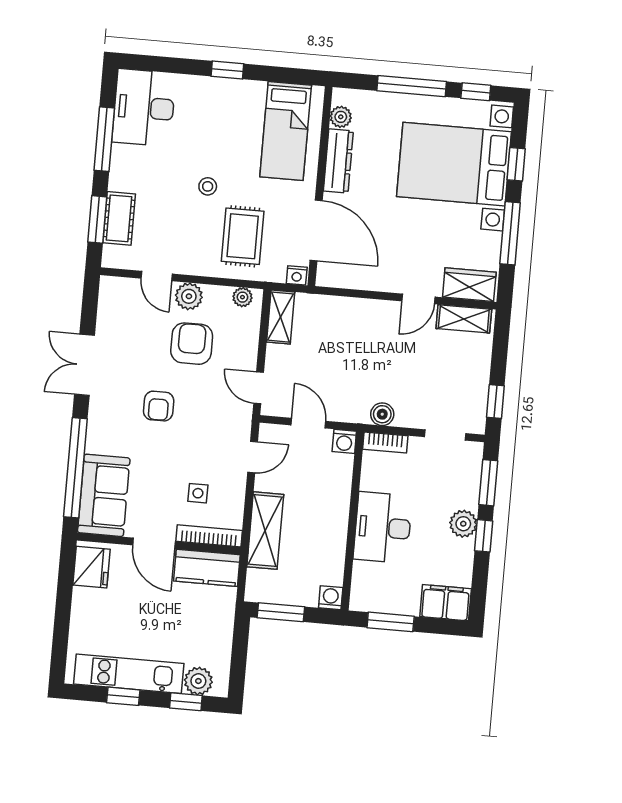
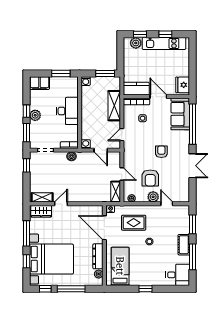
desk: (144, 108) -> (178, 275), width x0.73
cot: (119, 218) -> (184, 245), moved
rug: (243, 236) -> (134, 223), turned 90
door: (259, 388) -> (122, 174), moved

